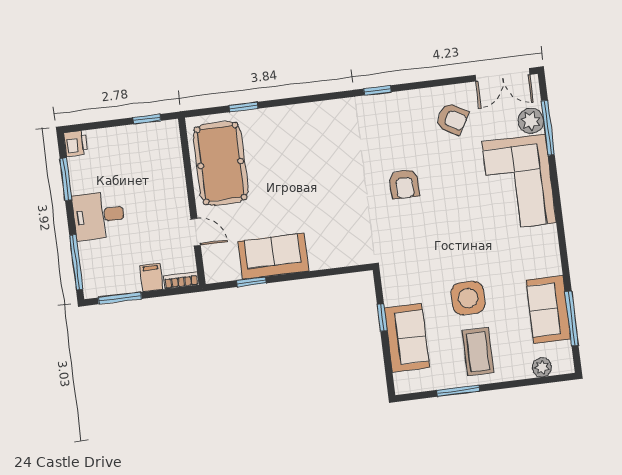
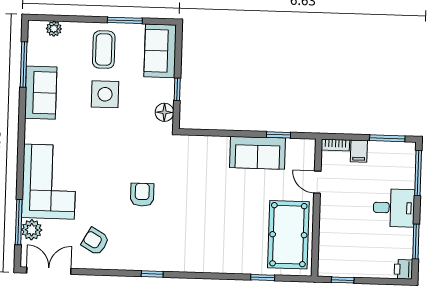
floor lamp: (393, 287) -> (164, 112), added
sofa: (548, 309) -> (41, 93), moved
sofa: (407, 338) -> (160, 51), moved

